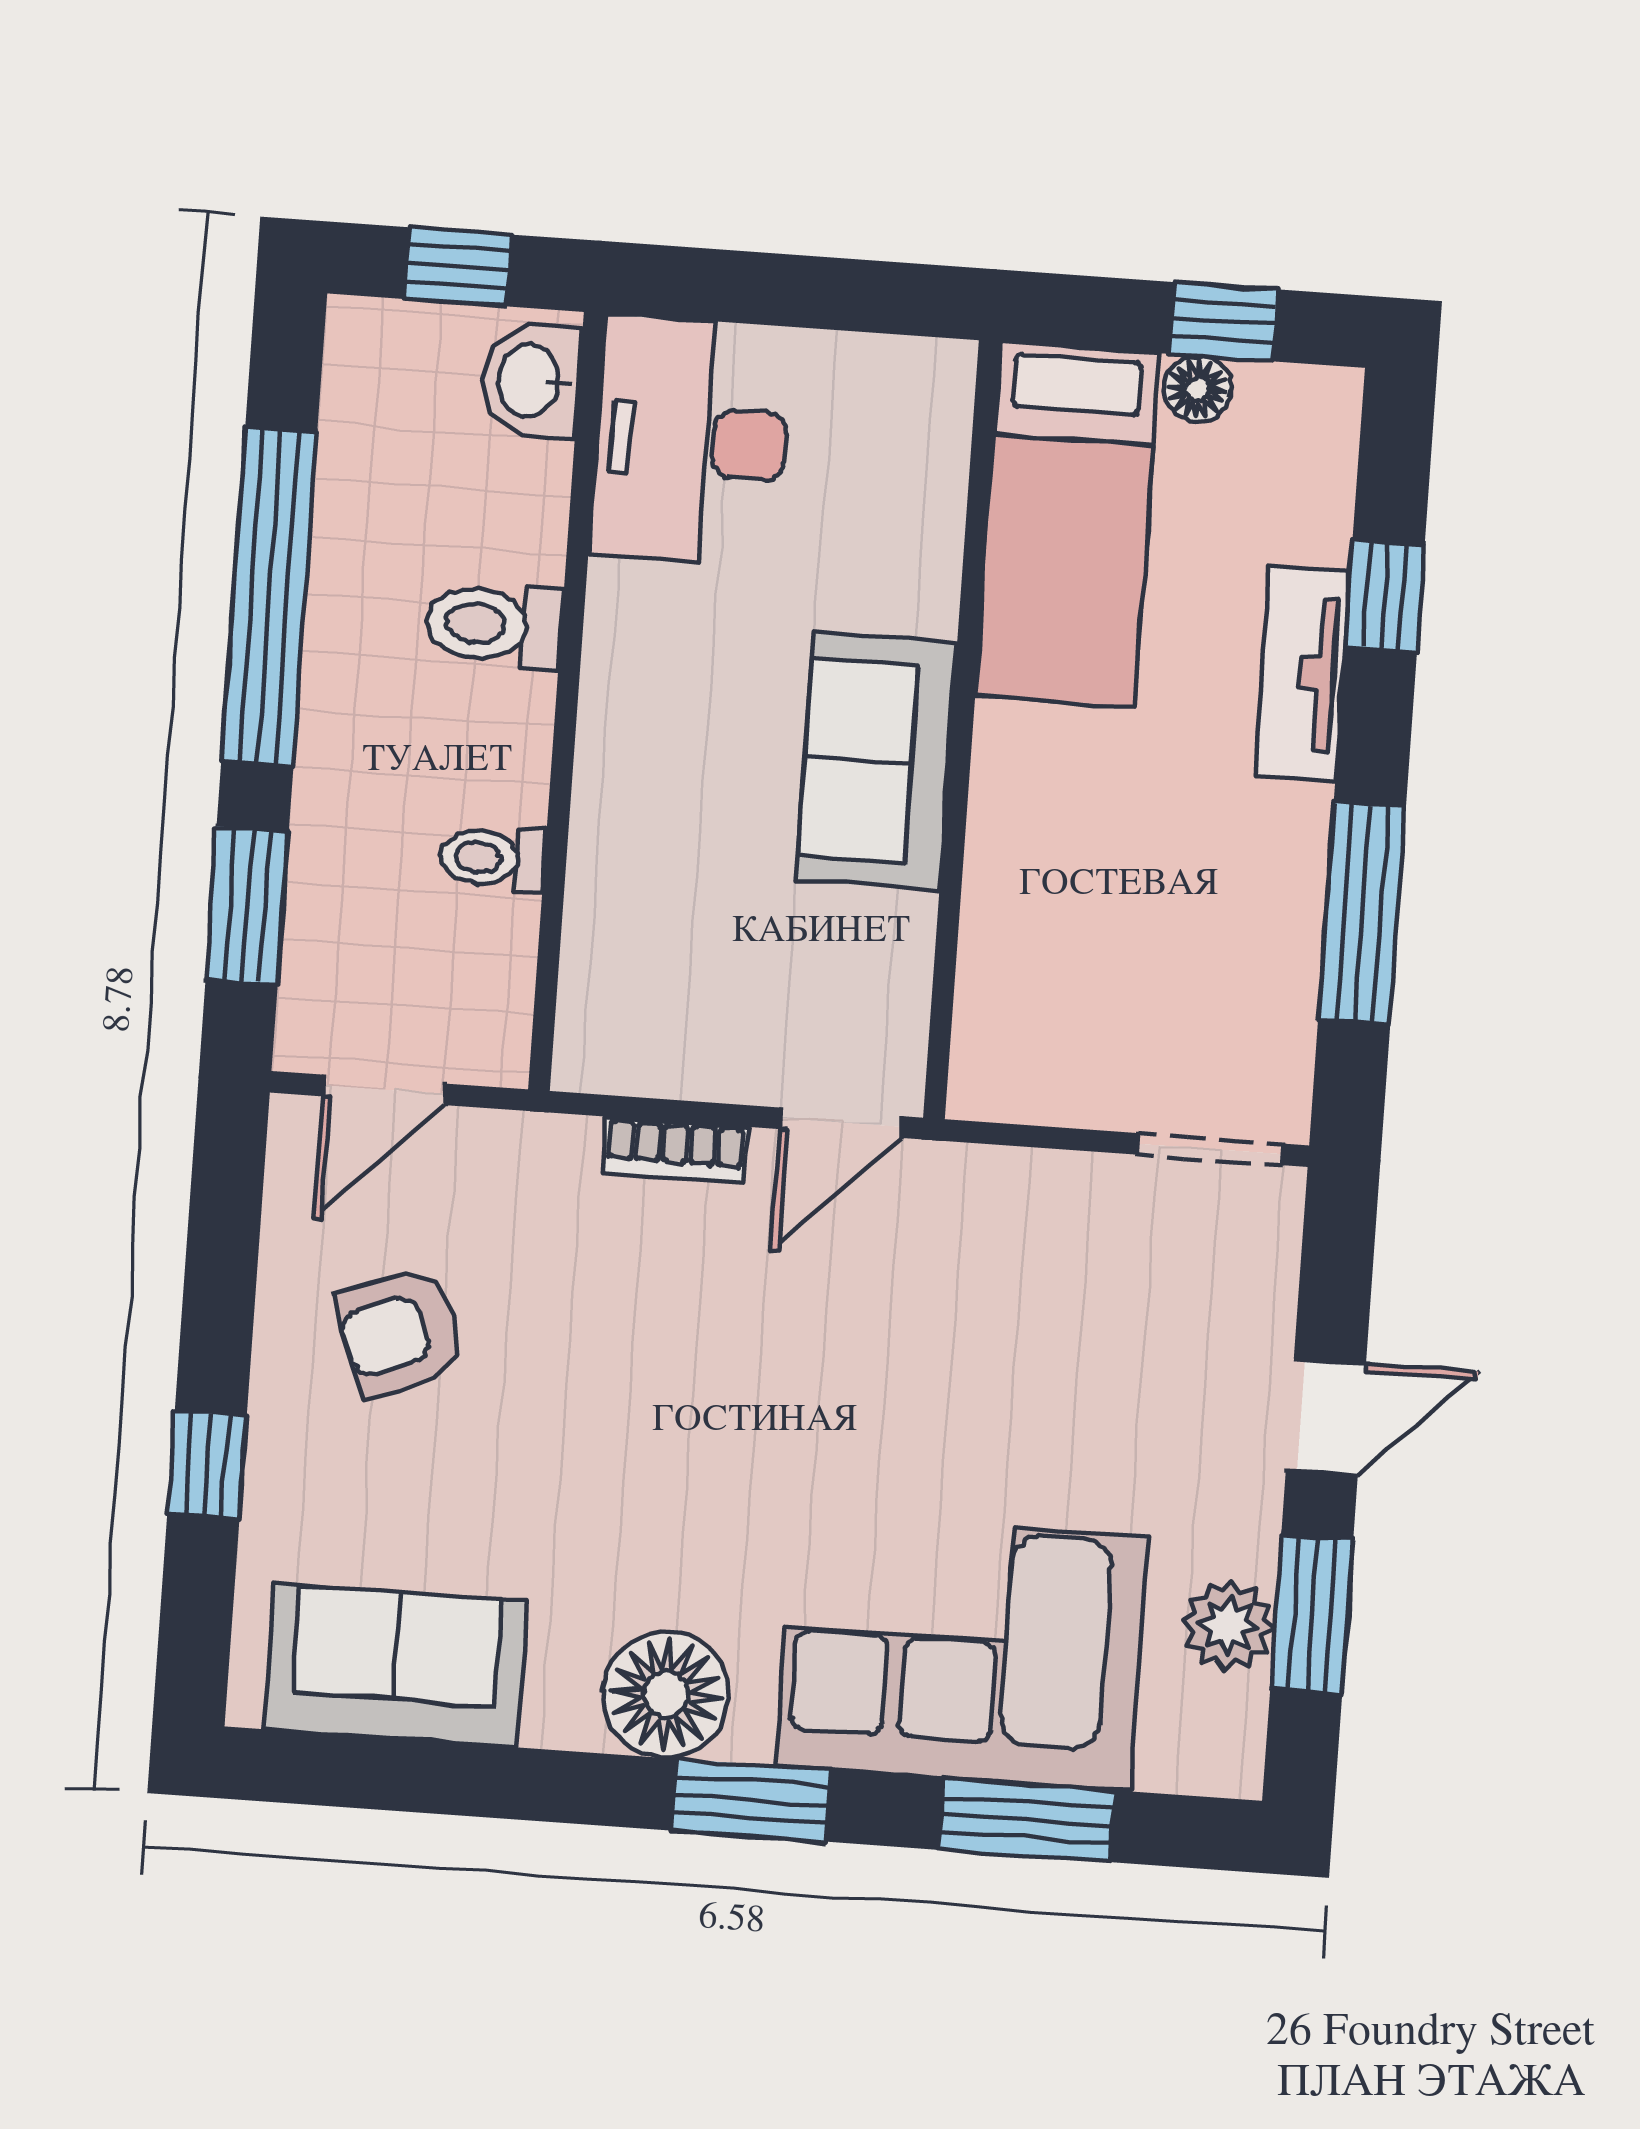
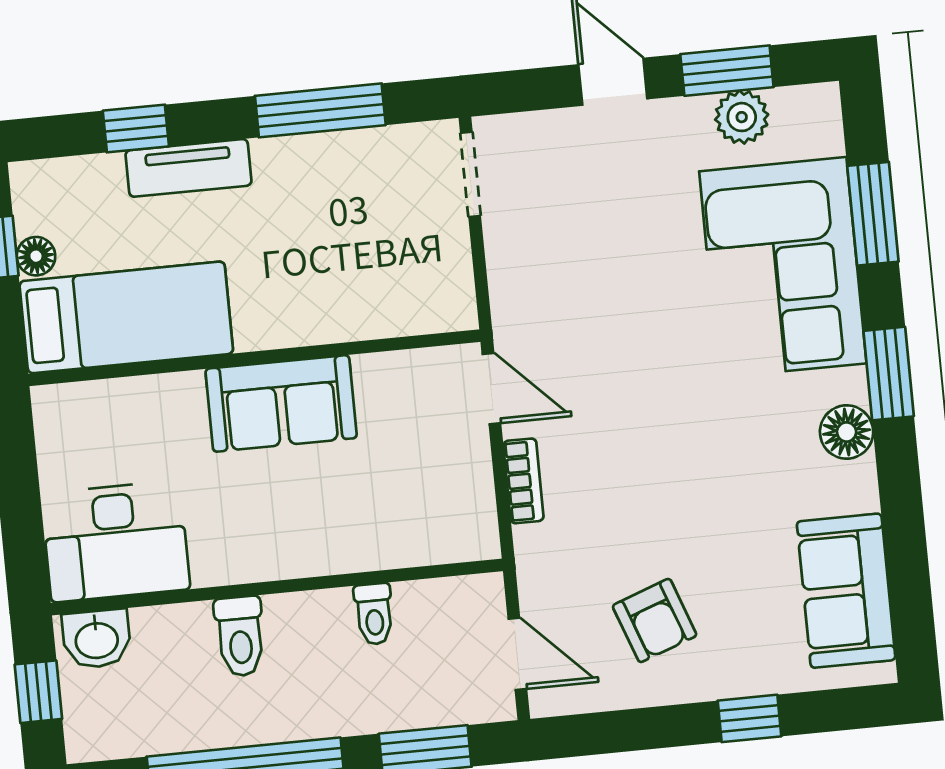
floor lamp: (666, 1695) -> (847, 432), width x0.73, depth x0.73

